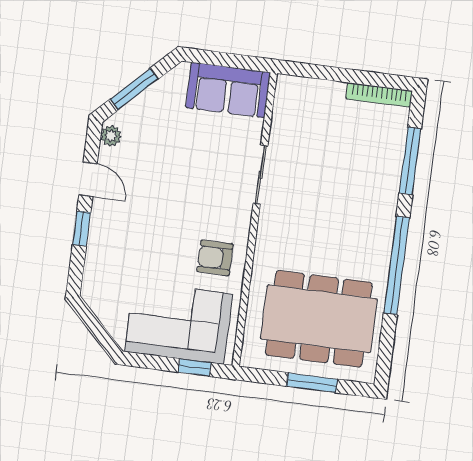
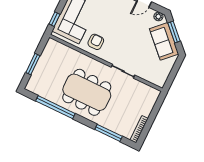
sofa: (228, 90) -> (164, 41), moved, turned -45
window: (397, 265) -> (55, 107), moved
dining table: (319, 319) -> (87, 92), moved, turned 90

